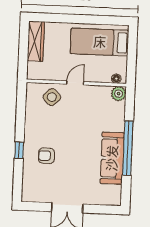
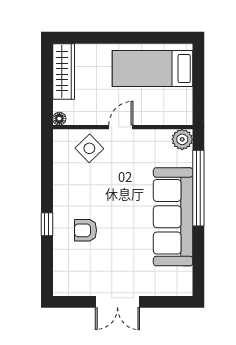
floor lamp: (116, 79) -> (59, 119), moved
window: (128, 148) -> (198, 188), moved
sofa: (112, 158) -> (173, 217), width x1.36, depth x1.27

